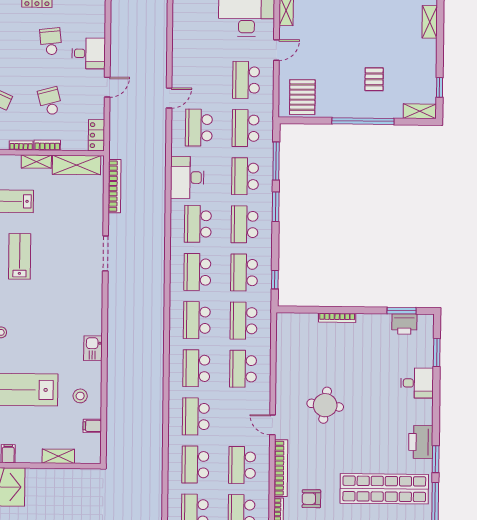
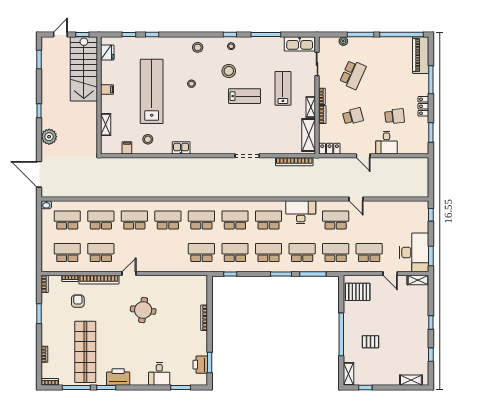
school desk: (243, 369) -> (168, 253), removed

